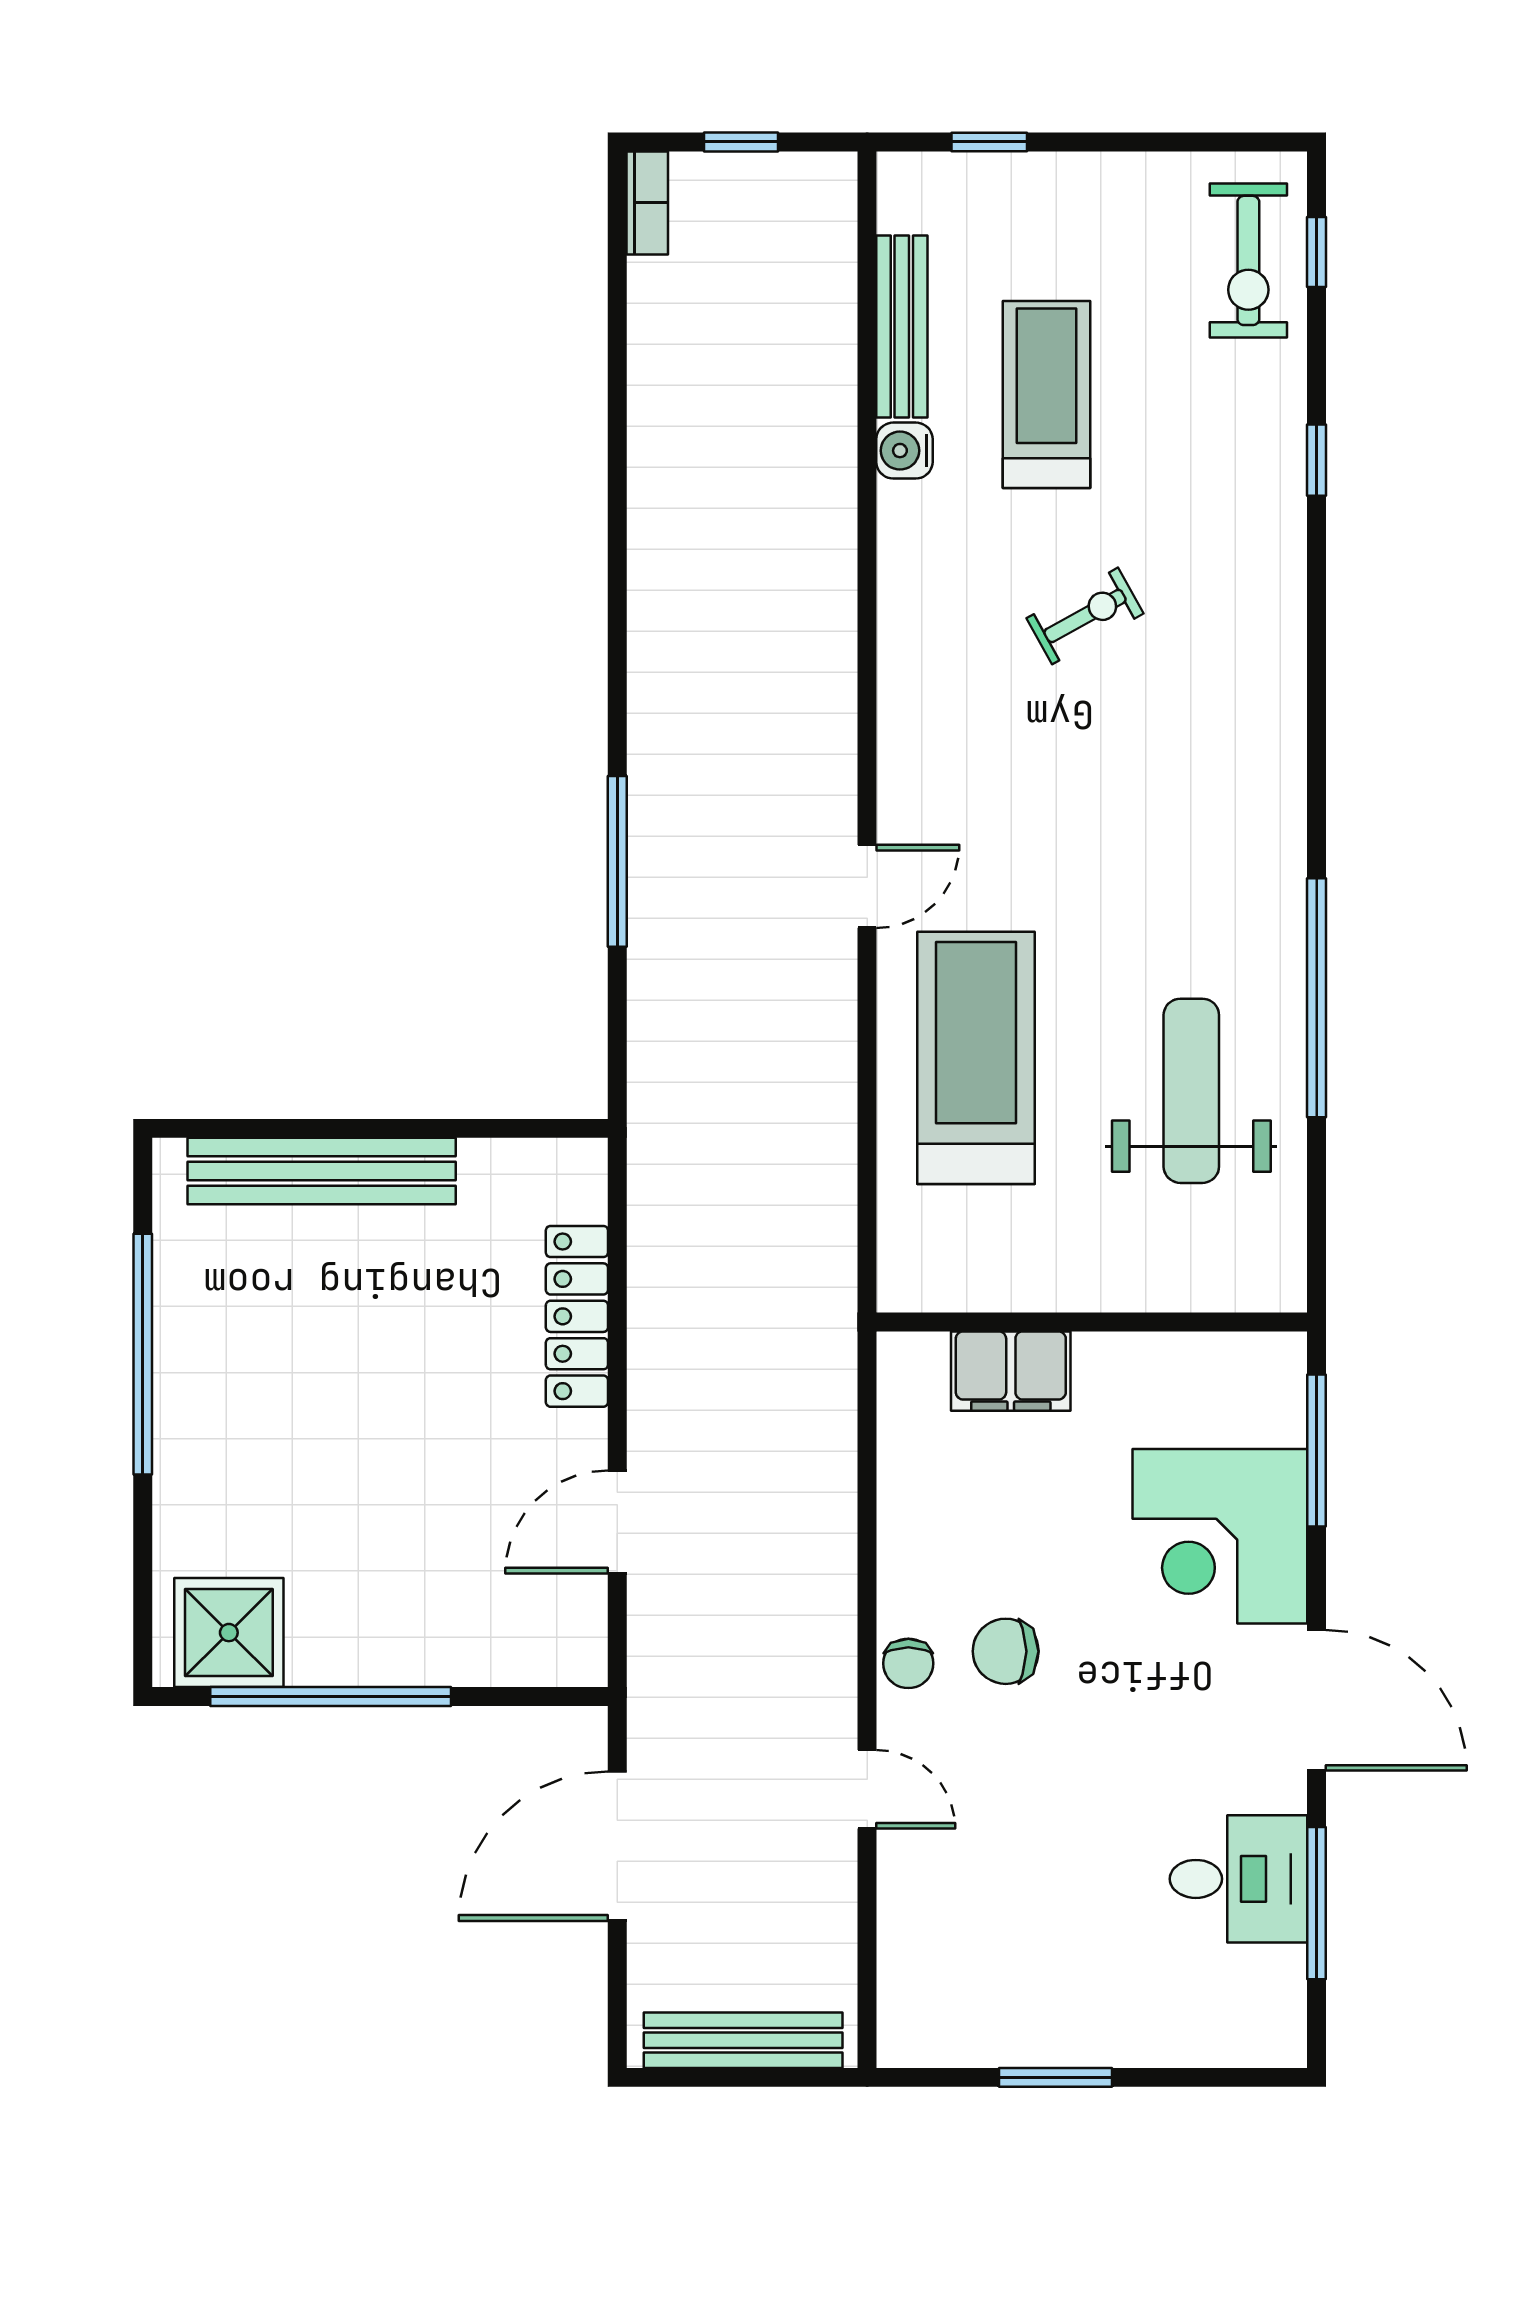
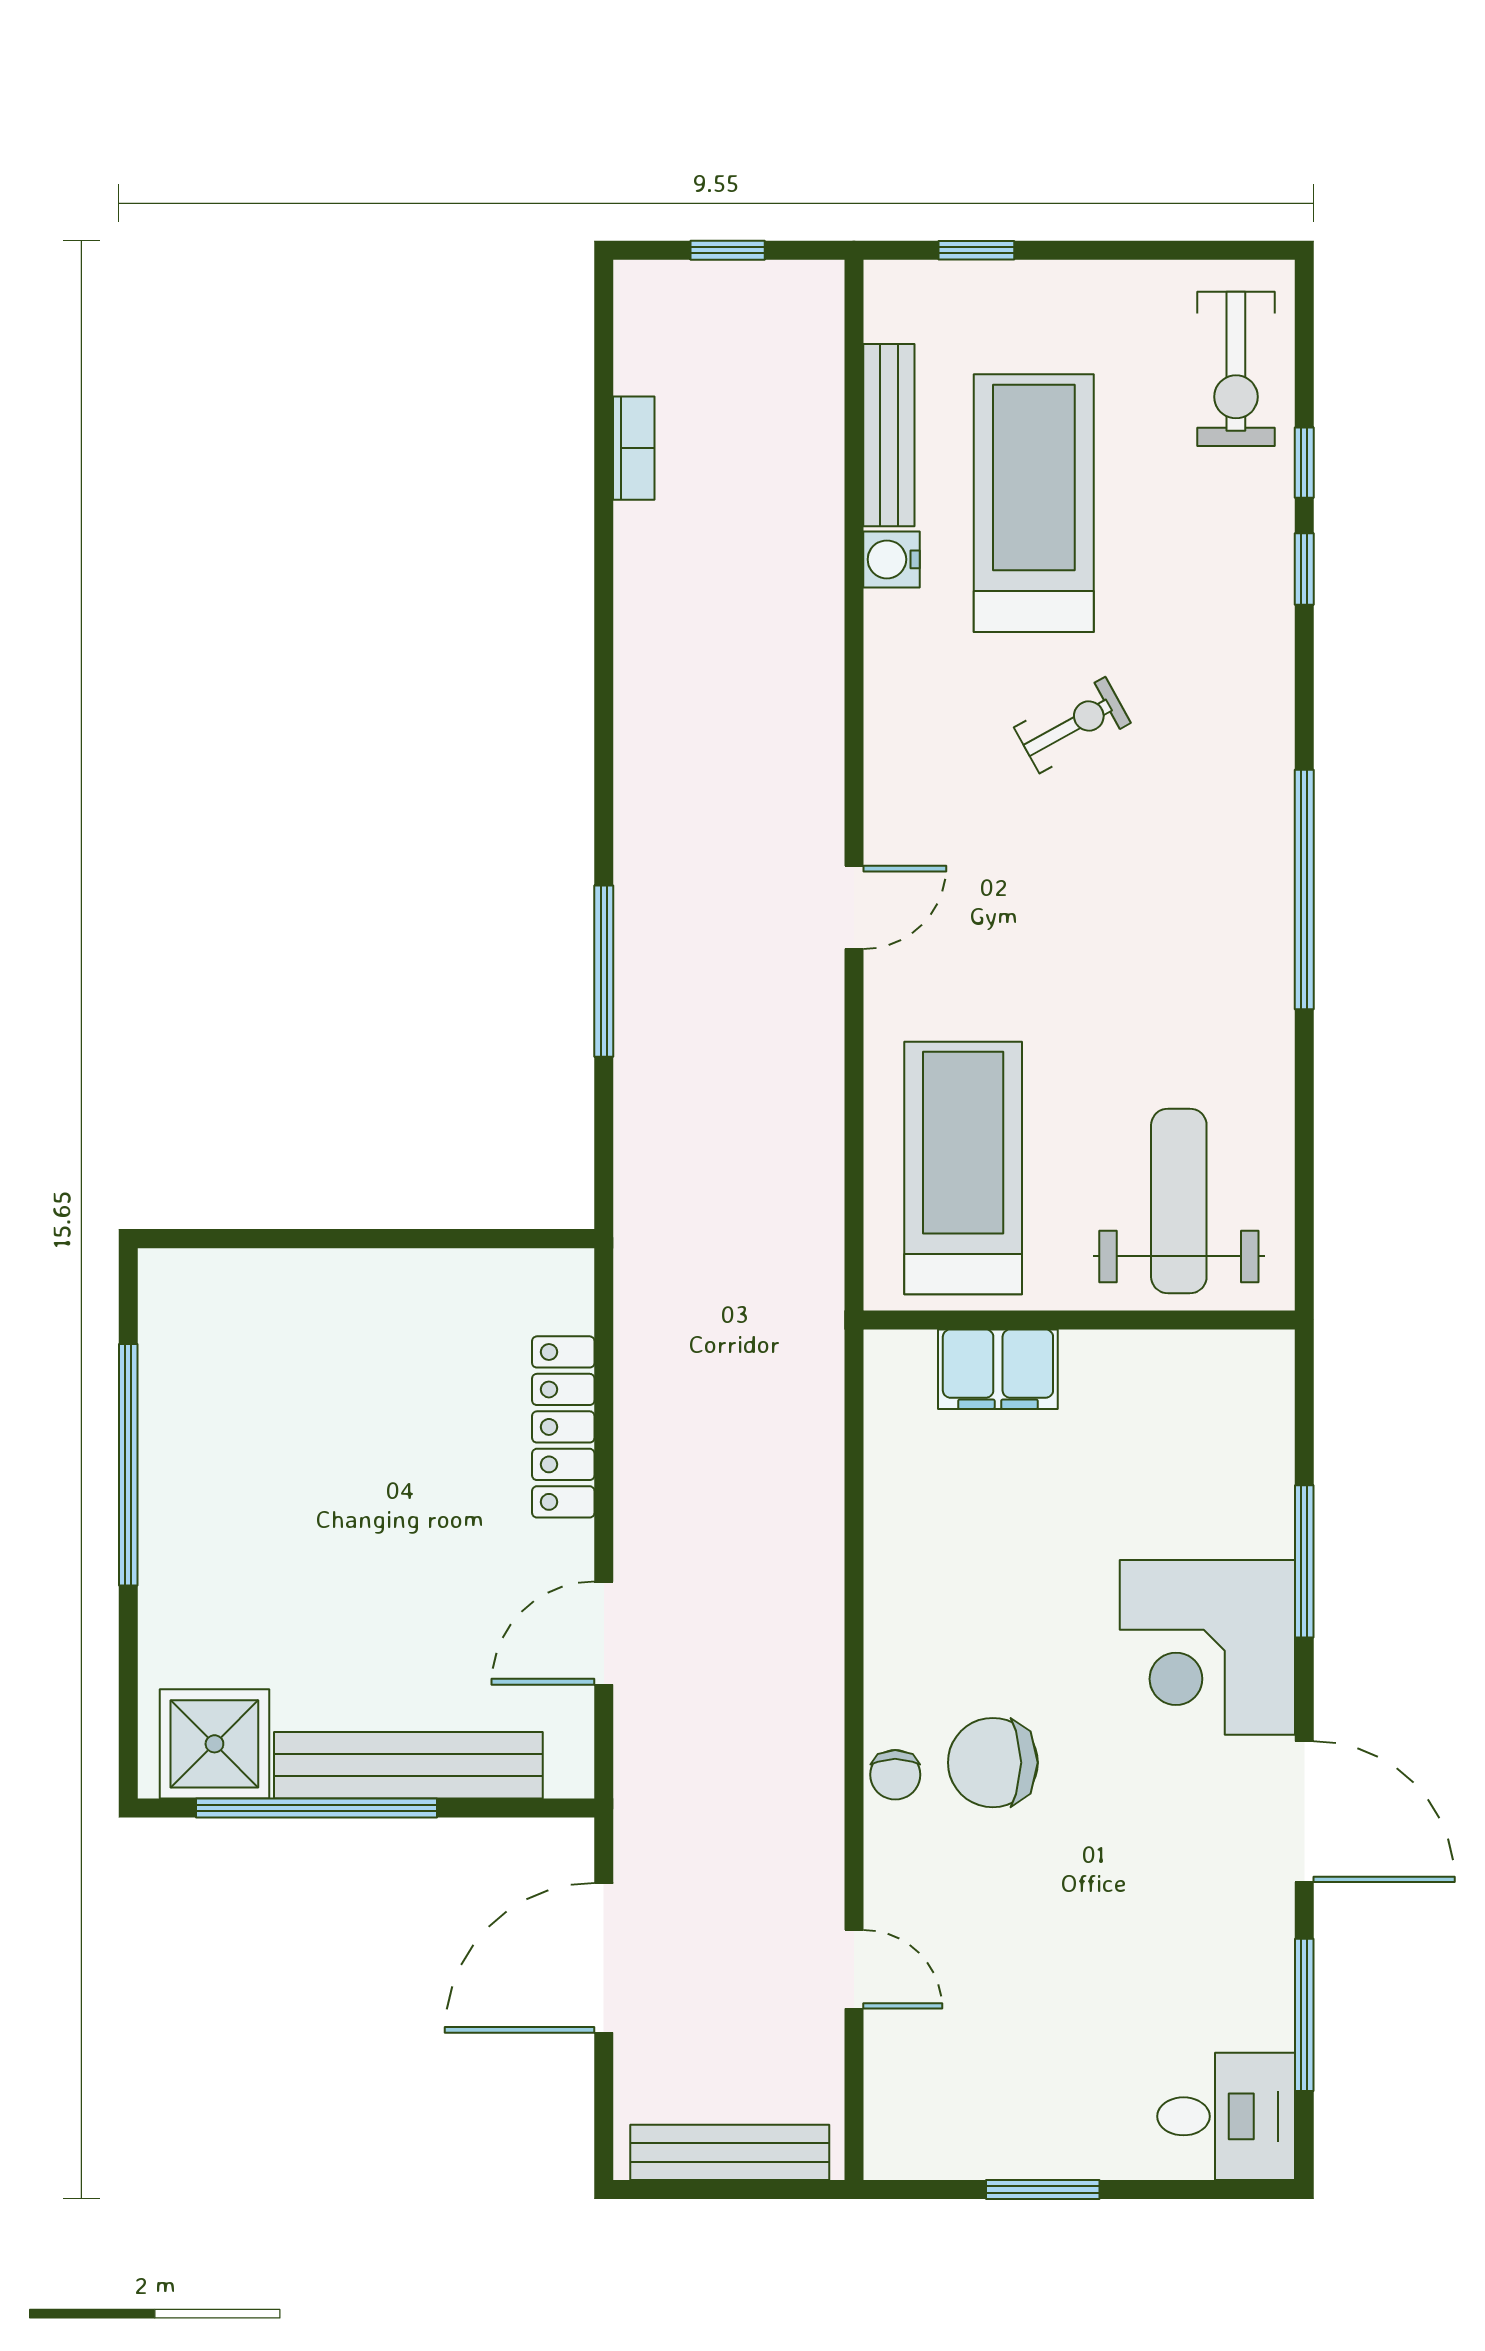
bookcase: (647, 203) -> (634, 448), moved
window: (1317, 252) -> (1304, 463), moved
treadmill: (1047, 394) -> (1034, 503), width x1.37, depth x1.38
door: (867, 886) -> (854, 907), moved
window: (1317, 998) -> (1304, 890), moved
bench: (322, 1171) -> (408, 1765), moved
wall: (1092, 1322) -> (1079, 1320), moved
filing cabinet: (1011, 1371) -> (998, 1369), moved
chair: (1006, 1651) -> (993, 1763), width x1.37, depth x1.37
door: (867, 1789) -> (854, 1969), moved
desk: (1238, 1879) -> (1226, 2116), moved

